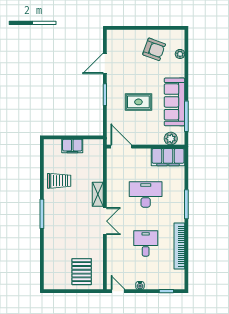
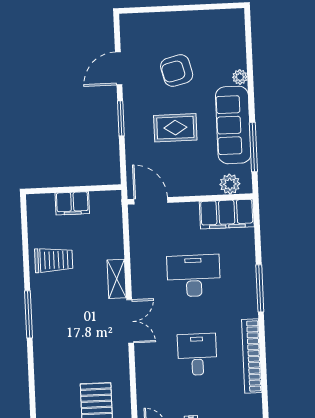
armchair: (154, 49) -> (177, 71), moved, turned 146
plant: (180, 54) -> (240, 77), moved

